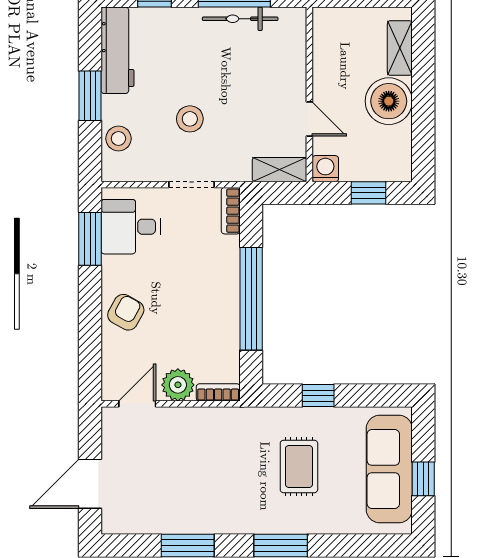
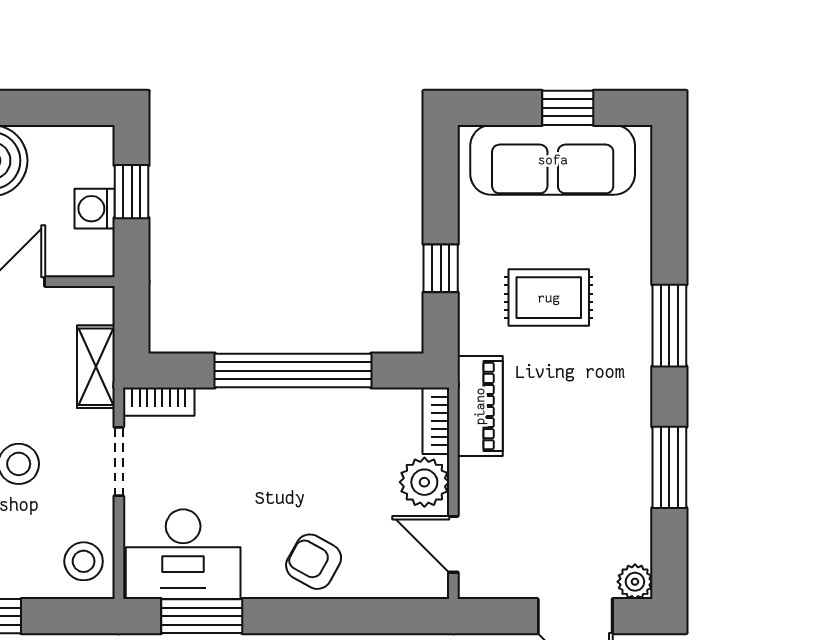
stool: (118, 139) -> (84, 561), moved
washing machine: (325, 169) -> (95, 209), moved
shelving: (279, 170) -> (96, 367), moved
desk: (131, 227) -> (183, 554), width x1.37
piano: (228, 421) -> (480, 406), added
plant: (113, 523) -> (635, 582), added

